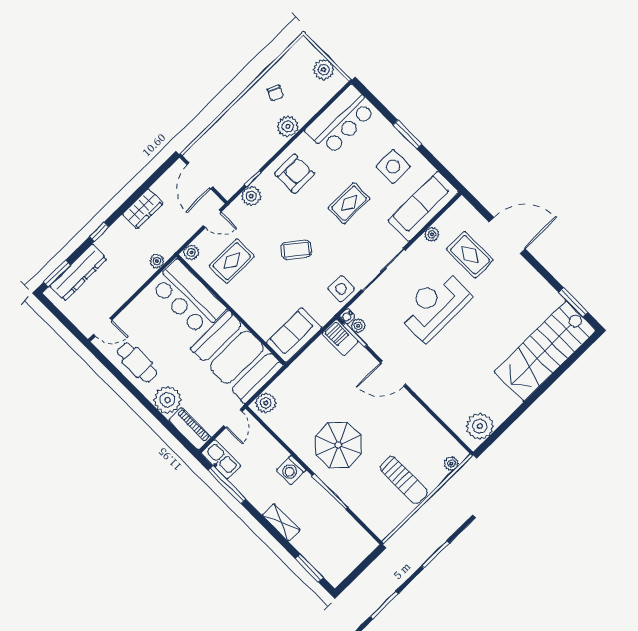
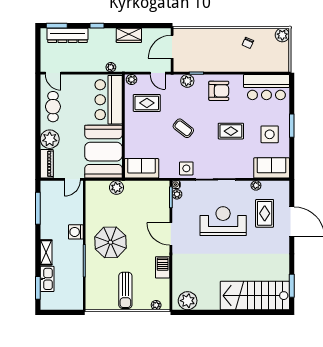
plant: (324, 70) -> (282, 35), moved
plant: (288, 126) -> (238, 65), removed
sofa: (423, 206) -> (272, 168), width x0.73
barbecue: (340, 337) -> (163, 267), moved
plant: (266, 403) -> (117, 188), moved
kitchen sink: (221, 459) -> (47, 279), moved

